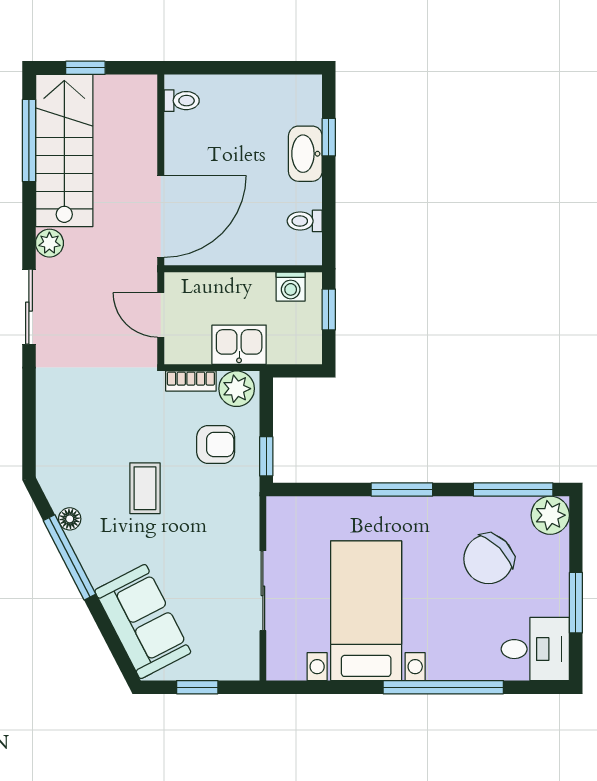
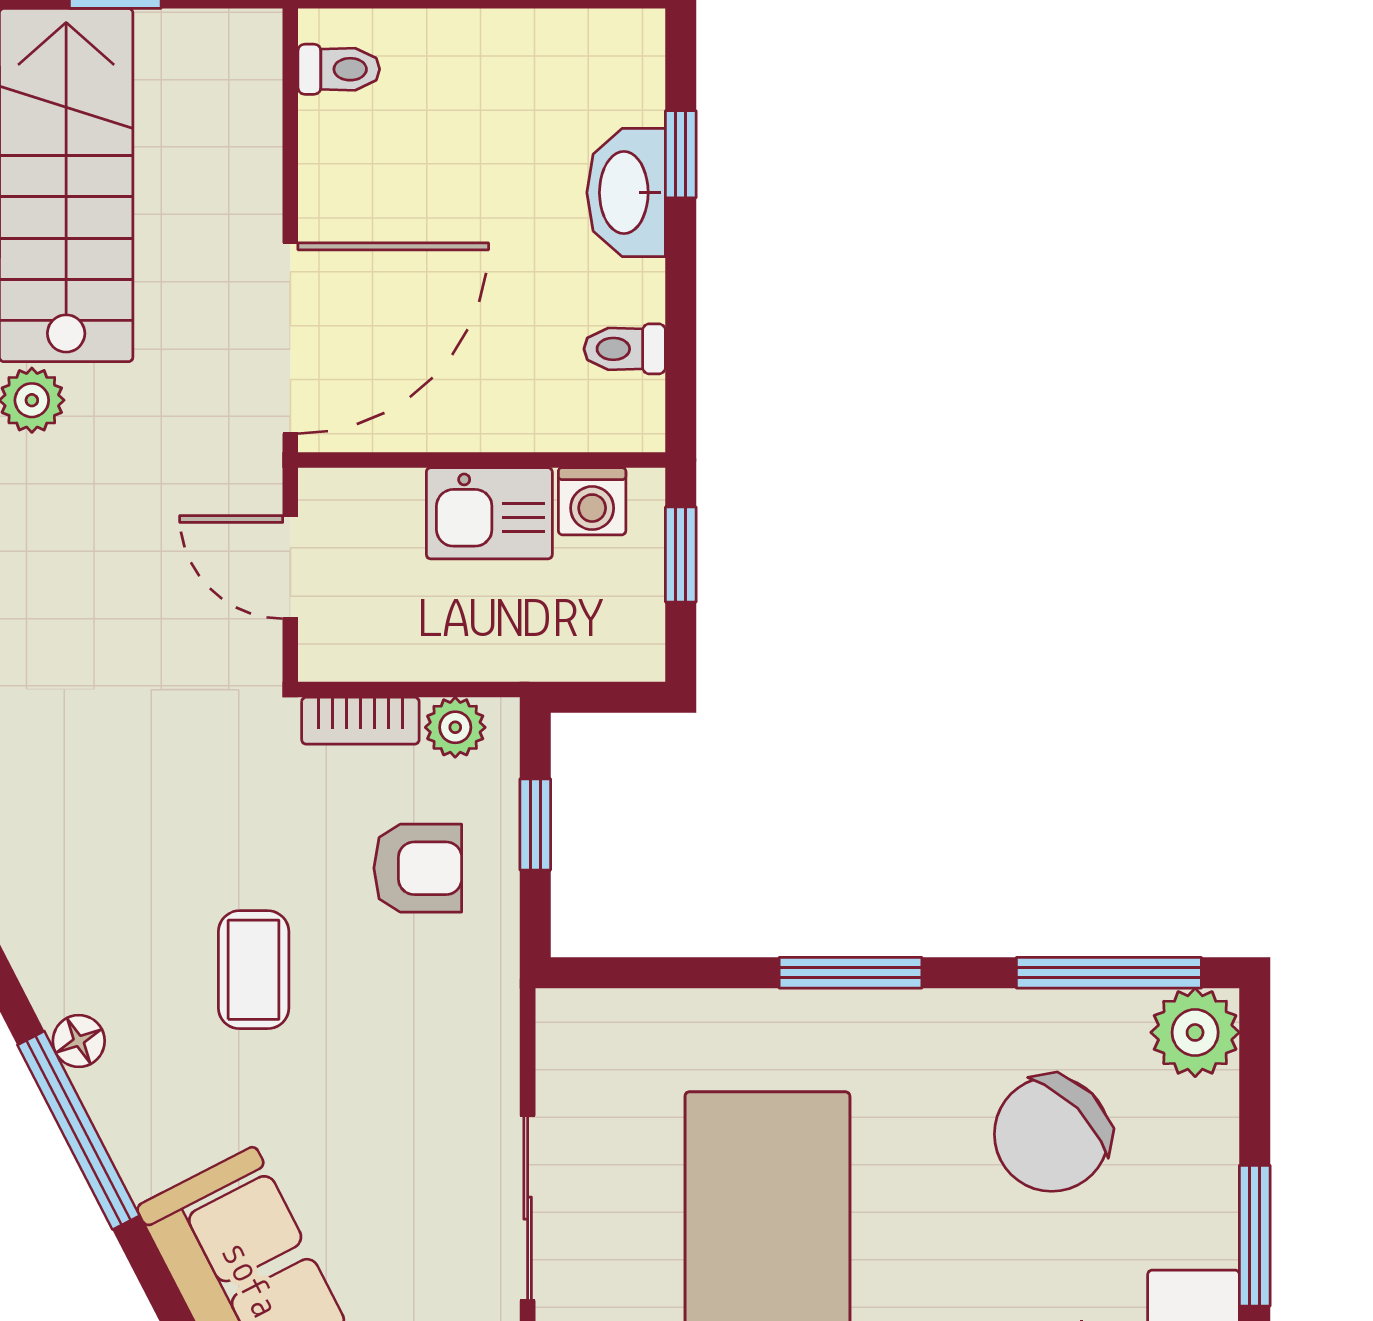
kitchen sink: (239, 345) -> (489, 513), moved, turned 180
plant: (237, 389) -> (455, 727), width x0.73, depth x0.73
window: (266, 456) -> (535, 824), moved

